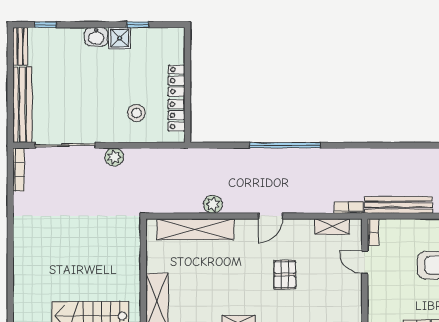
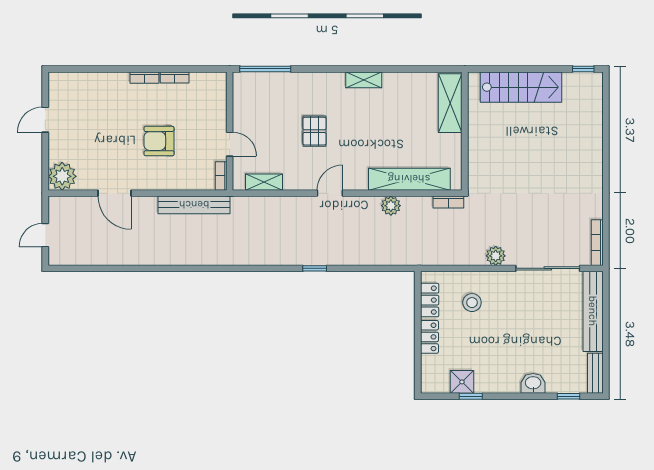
washbasin: (96, 37) -> (533, 383), moved
shower: (120, 38) -> (462, 382), moved
window: (285, 145) -> (315, 268), width x0.32
bookcase: (349, 208) -> (448, 202), moved

